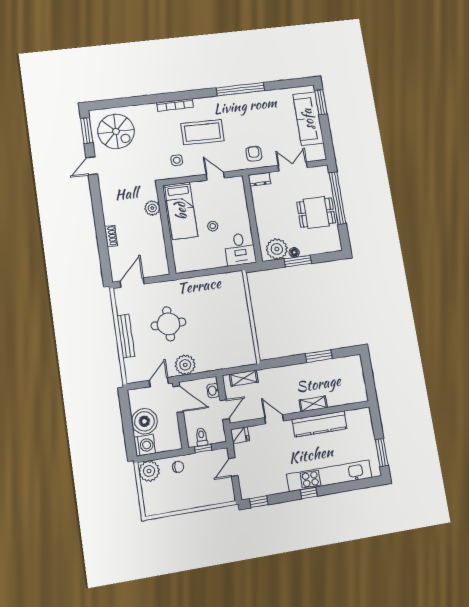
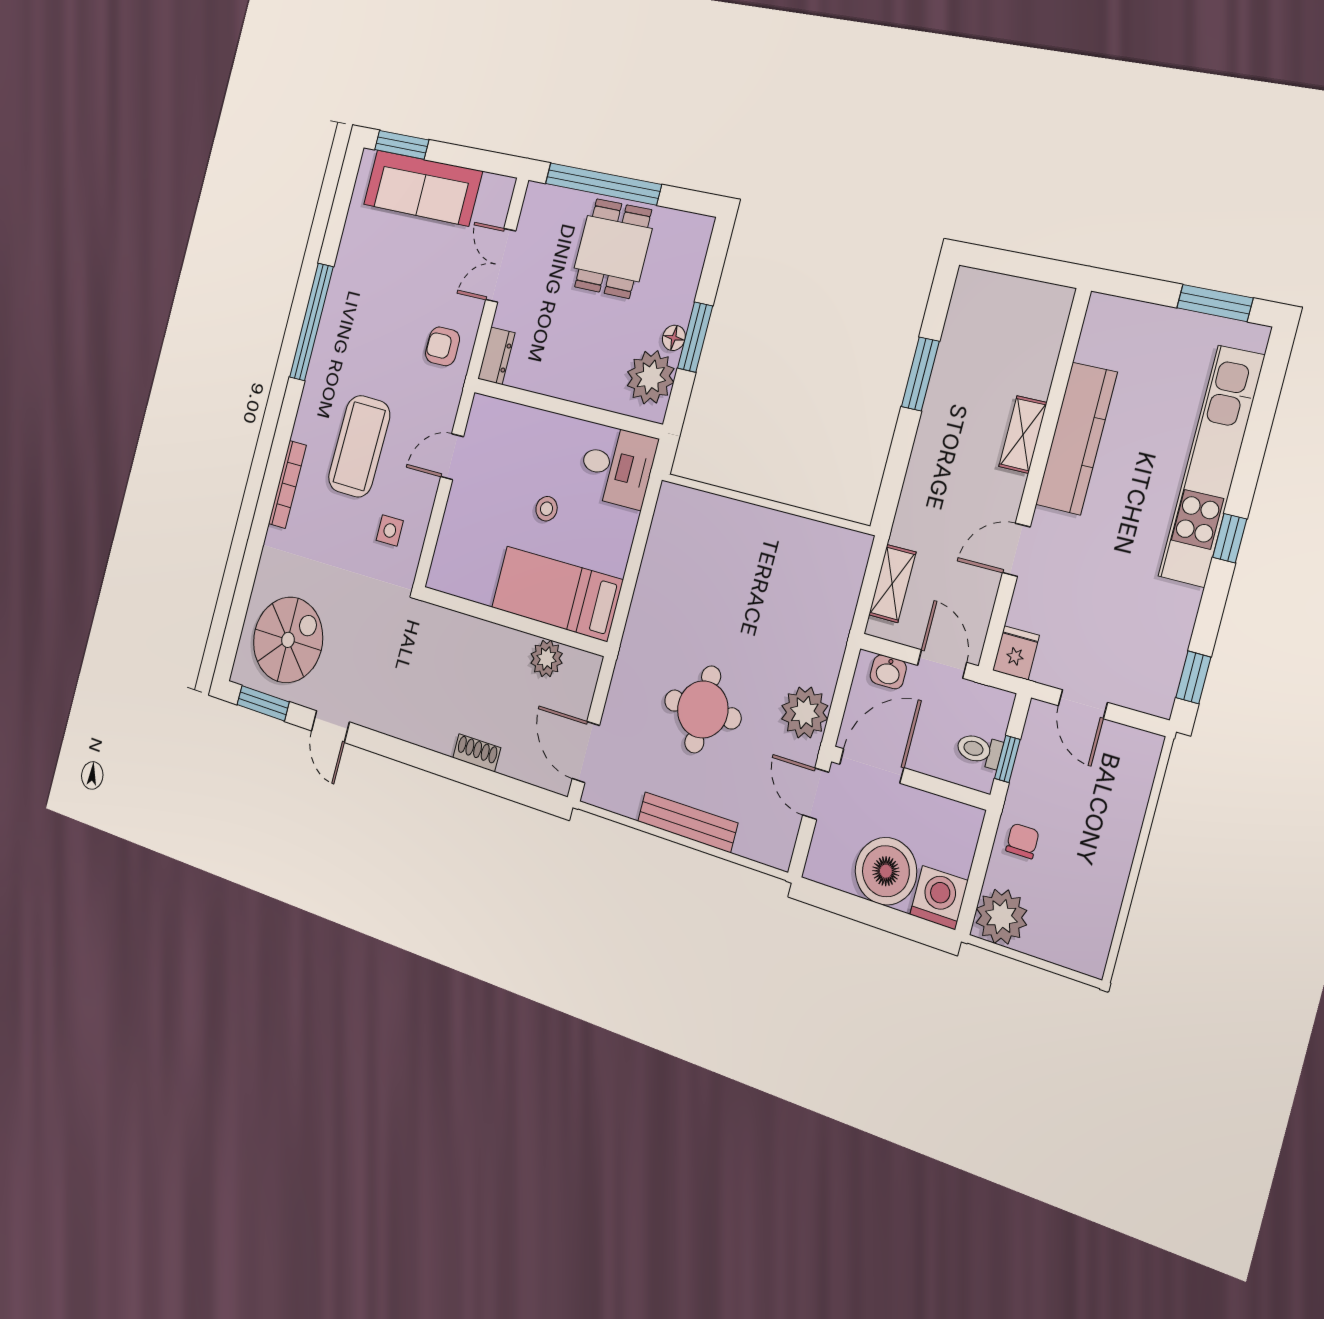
plant: (152, 208) -> (546, 658), moved
bed: (181, 211) -> (557, 594), moved, turned 180

